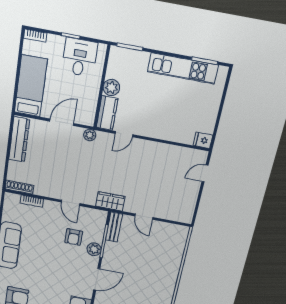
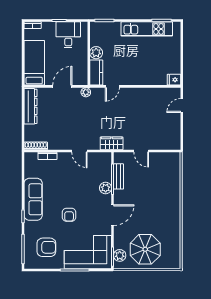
bench: (114, 227) -> (119, 176), moved
armchair: (74, 237) -> (69, 215), moved

